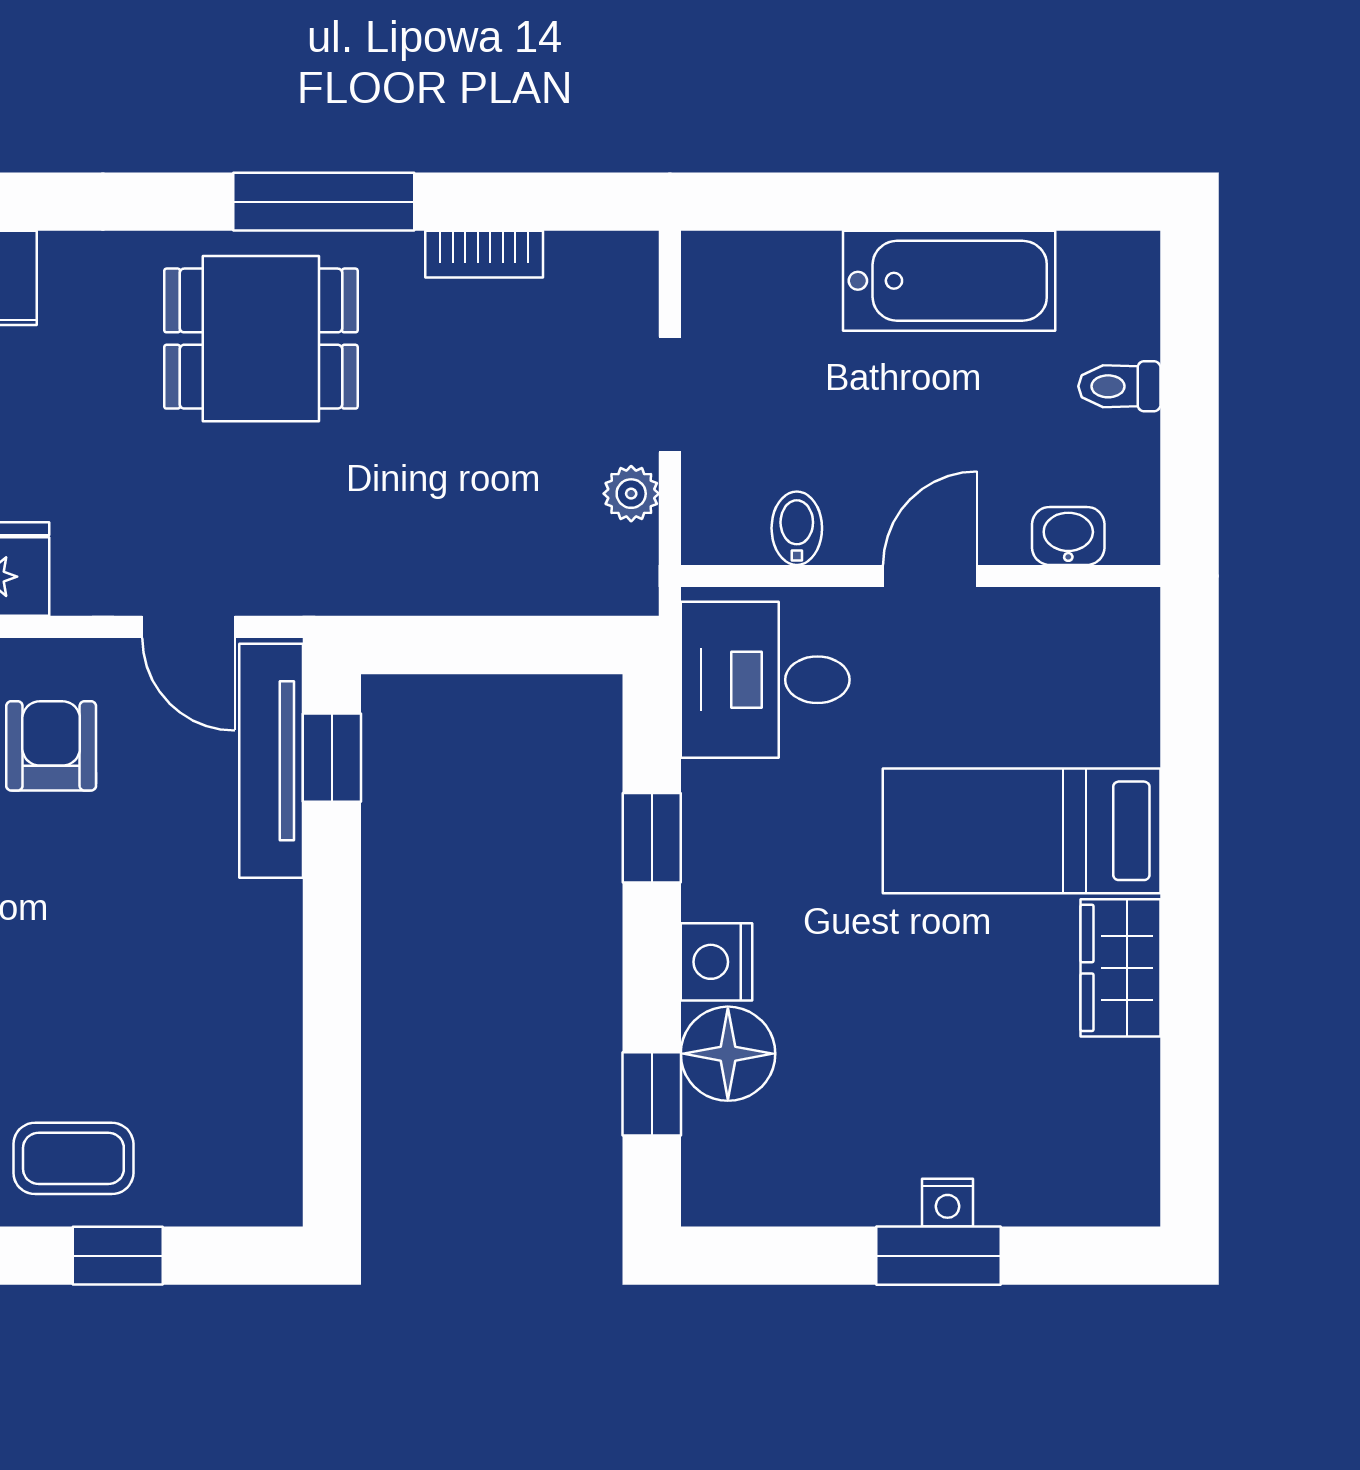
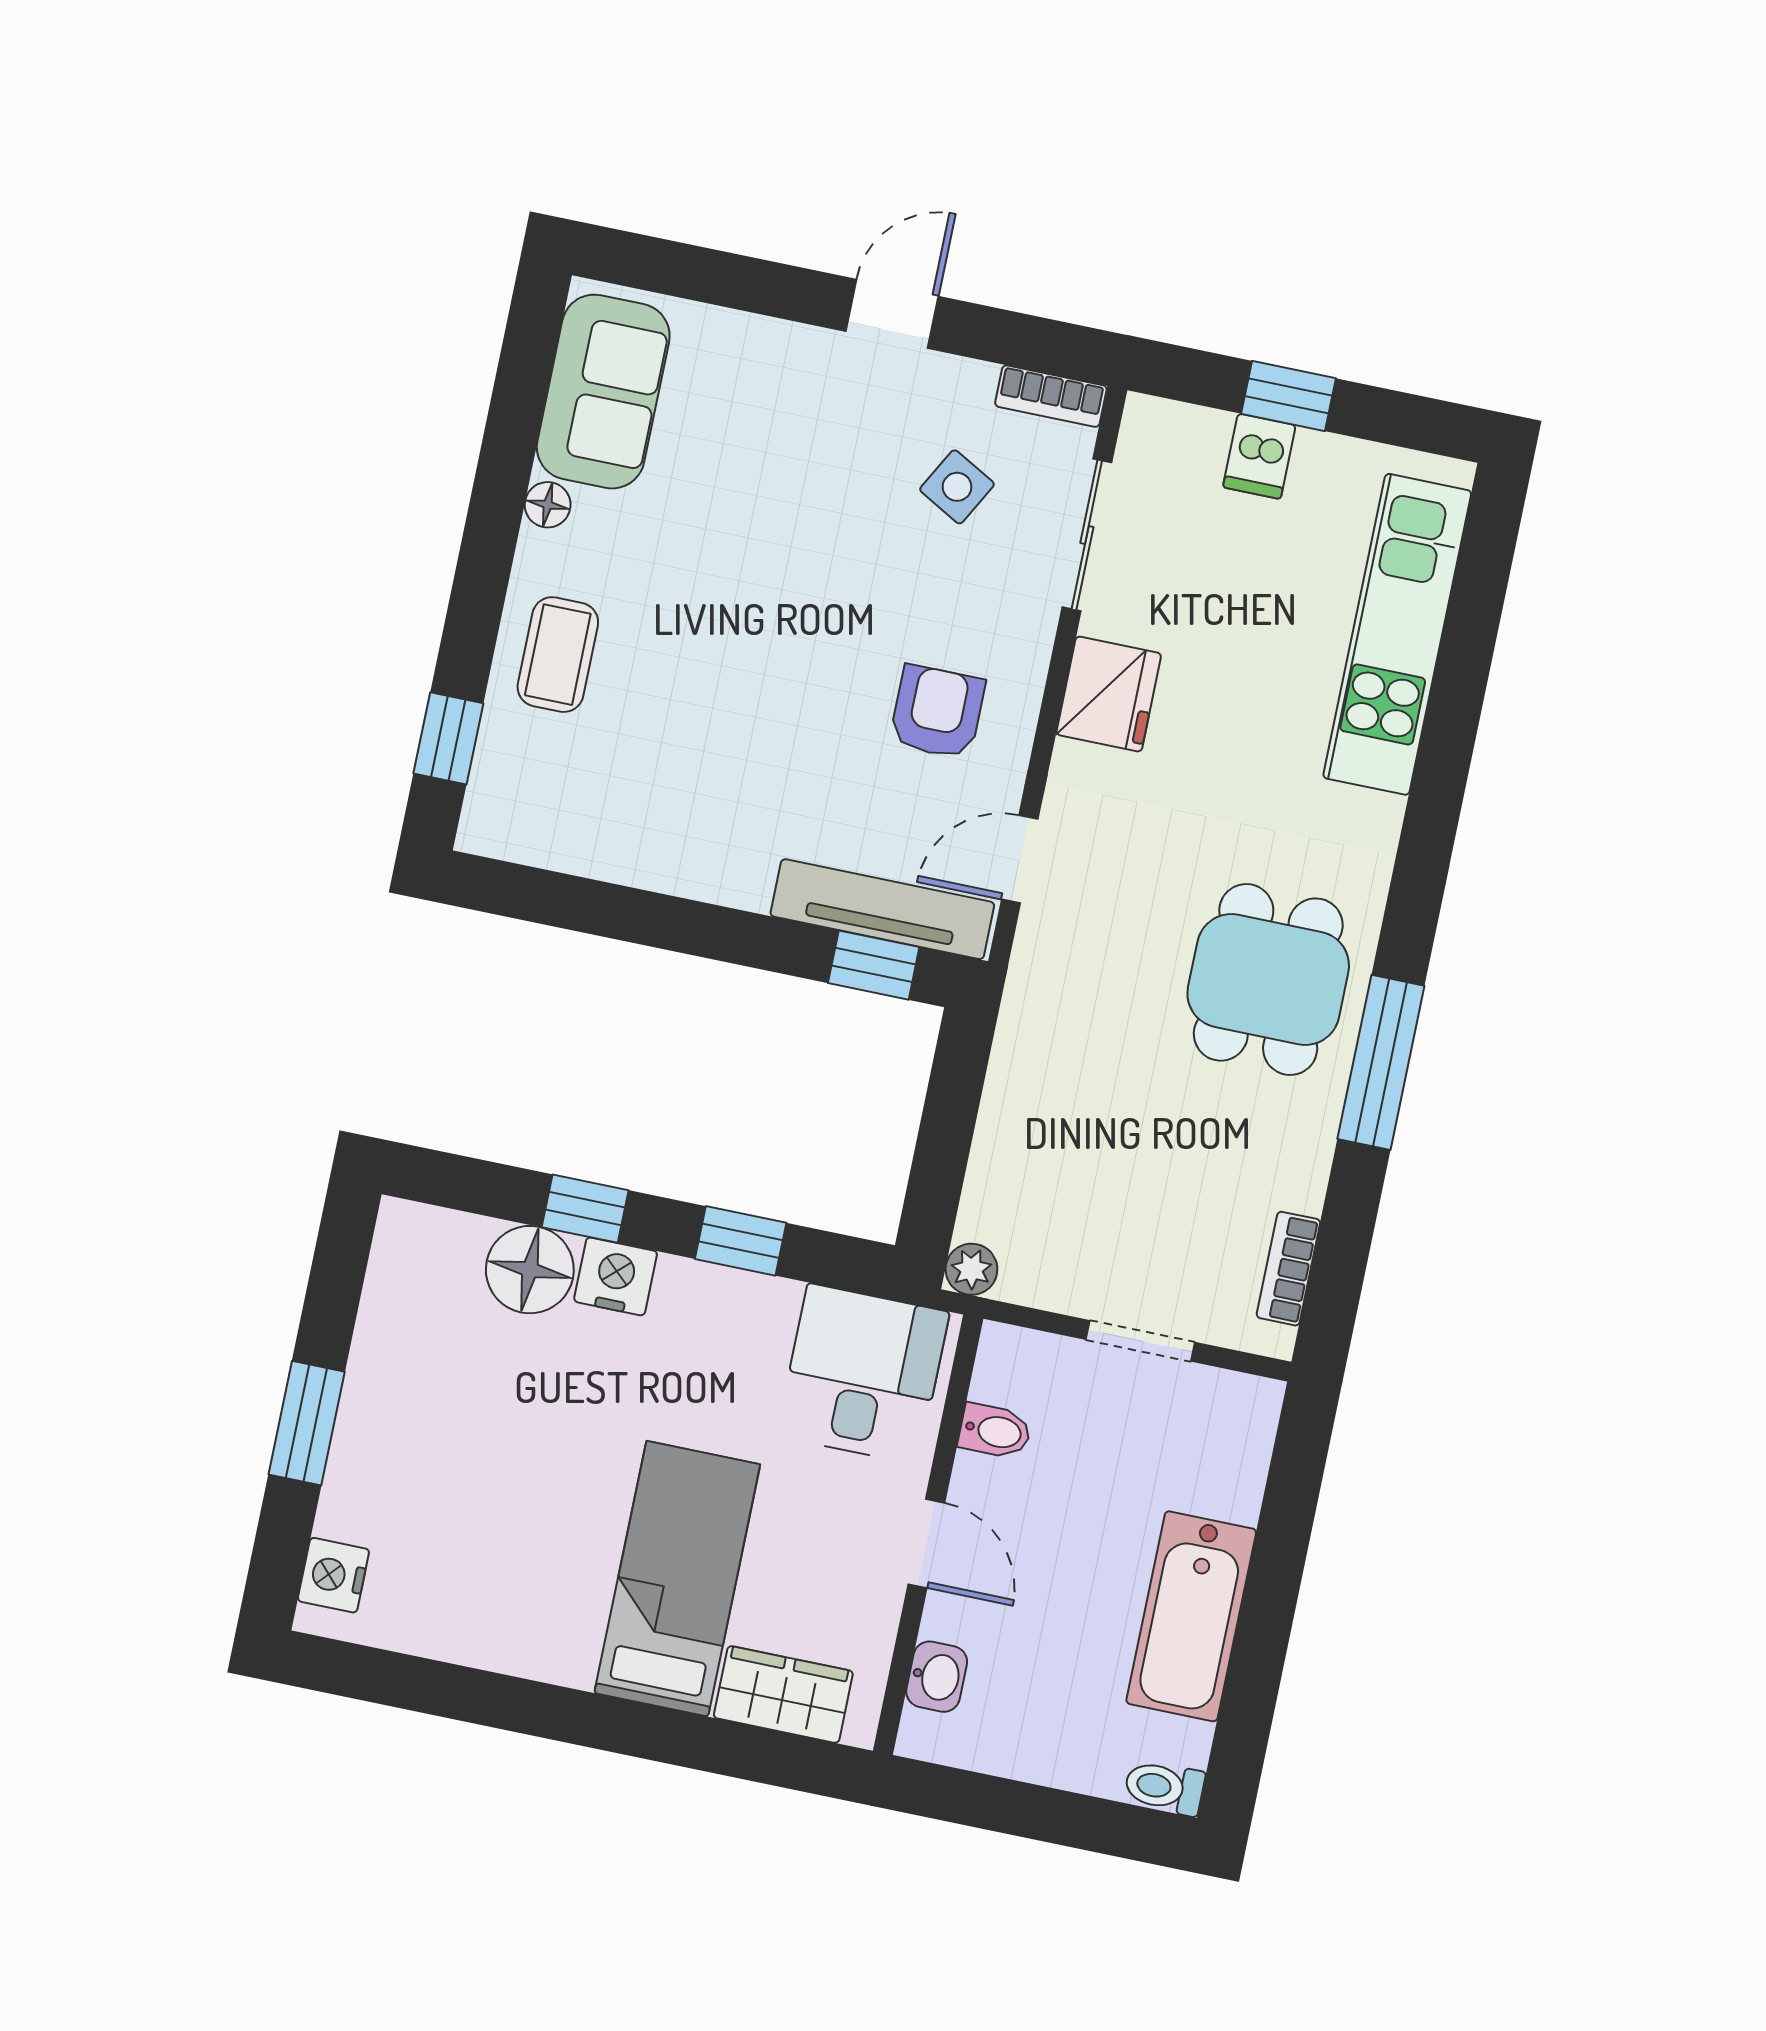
bookcase: (484, 254) -> (1288, 1269), moved
toilet: (1119, 386) -> (1164, 1787), moved, turned -90
plant: (631, 494) -> (971, 1269), moved
armchair: (51, 746) -> (937, 712), turned -90
wardrobe: (1121, 968) -> (783, 1694), moved
window: (652, 1094) -> (585, 1209), moved
nightstand: (947, 1203) -> (333, 1575), moved, width x1.39, depth x1.35
window: (118, 1256) -> (448, 738), moved

